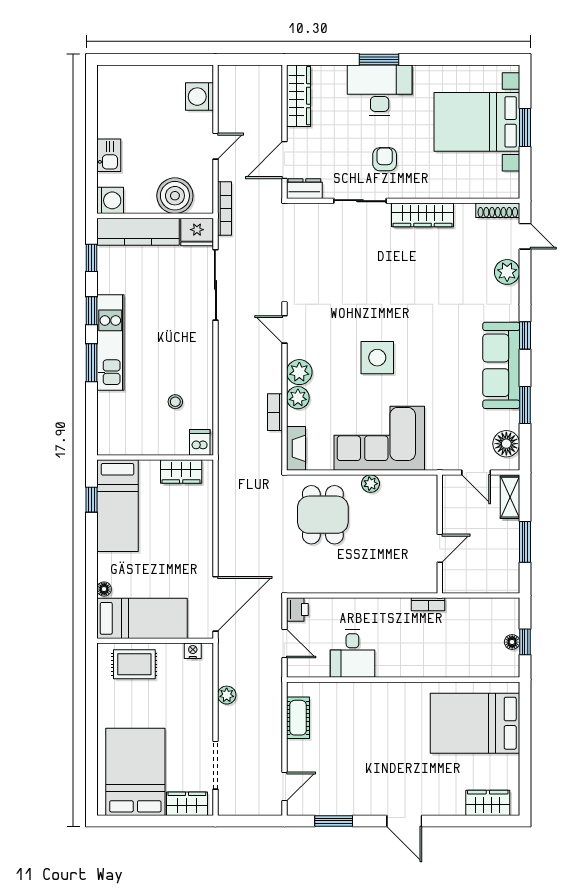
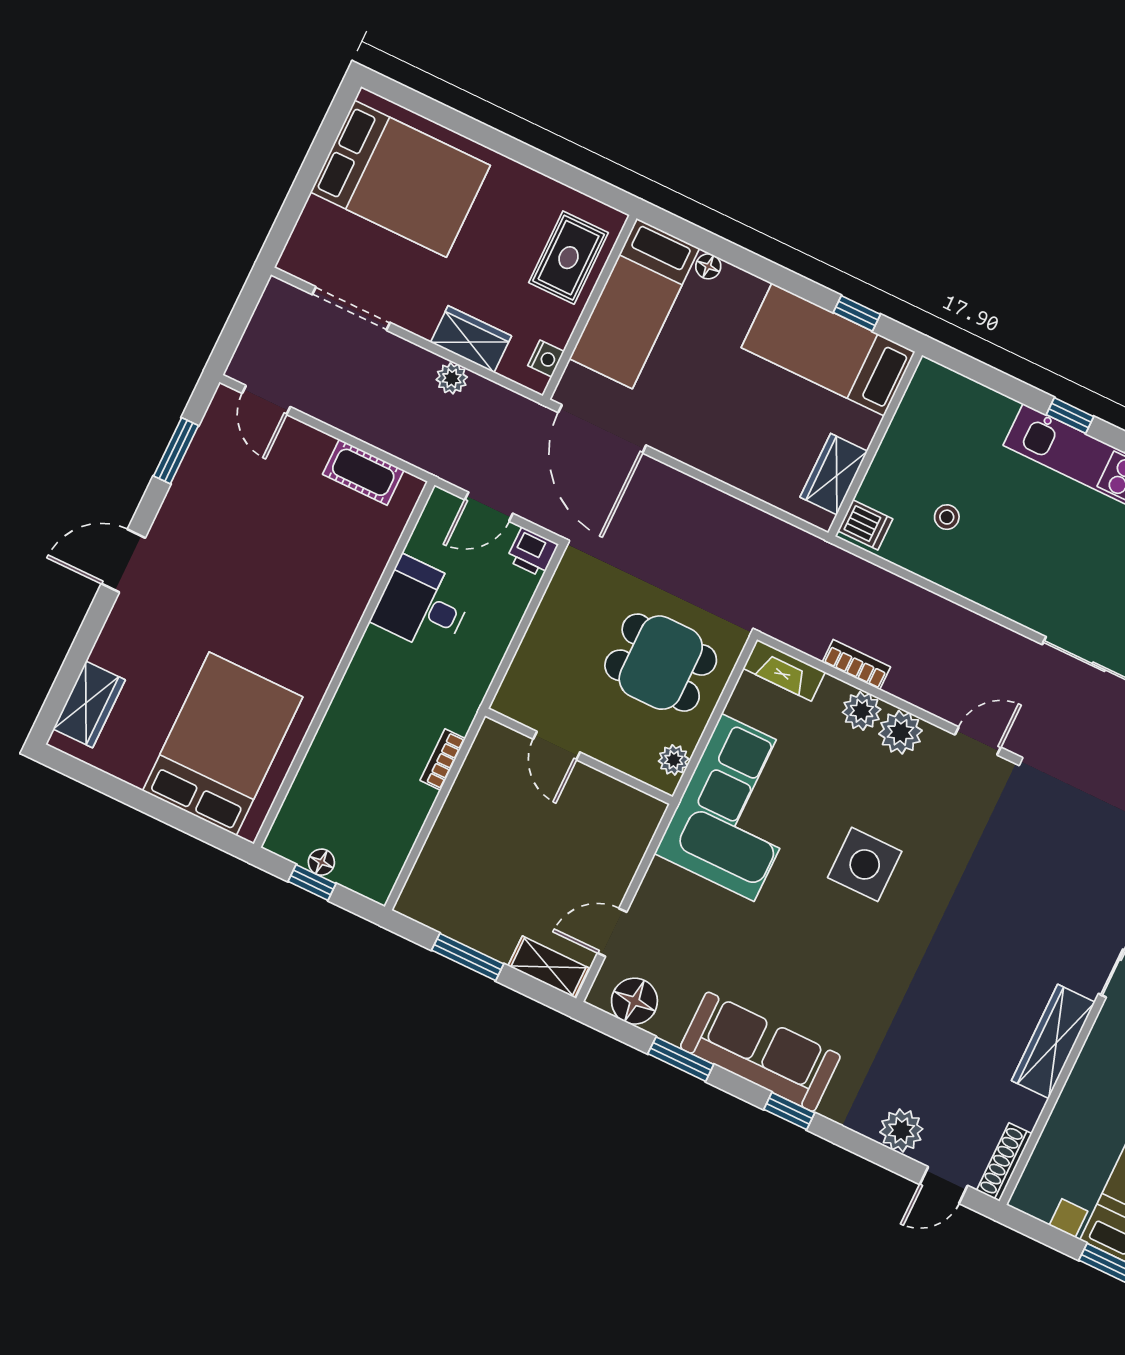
window: (91, 363) -> (1070, 416), width x0.67
wall: (440, 534) -> (579, 756), moved
door: (440, 548) -> (557, 746), moved
wardrobe: (187, 804) -> (471, 339), moved, turned -90

